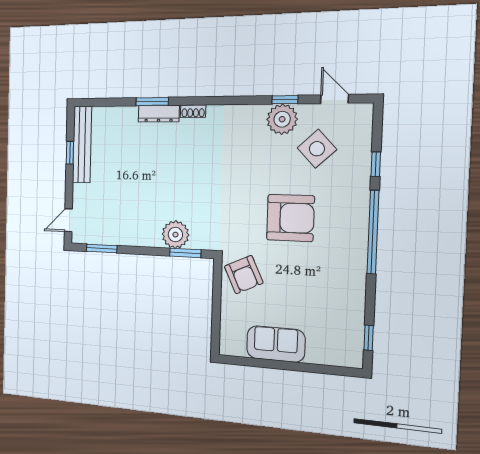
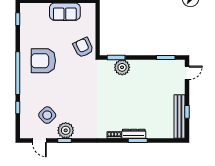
armchair: (290, 218) -> (43, 61), moved

